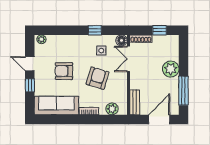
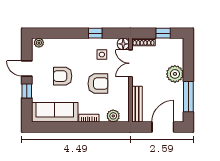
armchair: (98, 78) -> (98, 84), turned 73
bench: (135, 102) -> (137, 104), width x1.36

